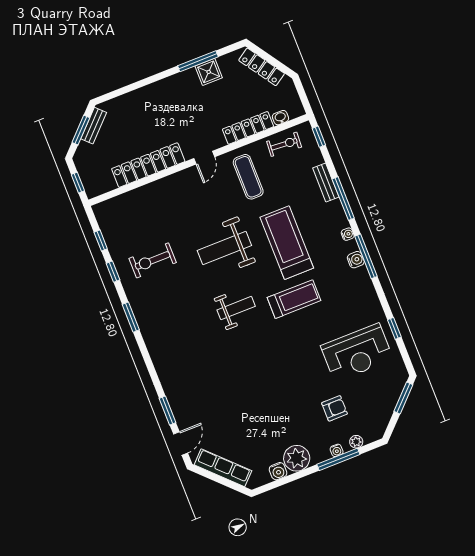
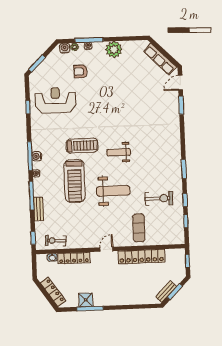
exercise mat: (248, 177) -> (139, 228), moved
treadmill: (294, 299) -> (82, 146), turned 180
water cooler: (278, 471) -> (65, 48), moved

